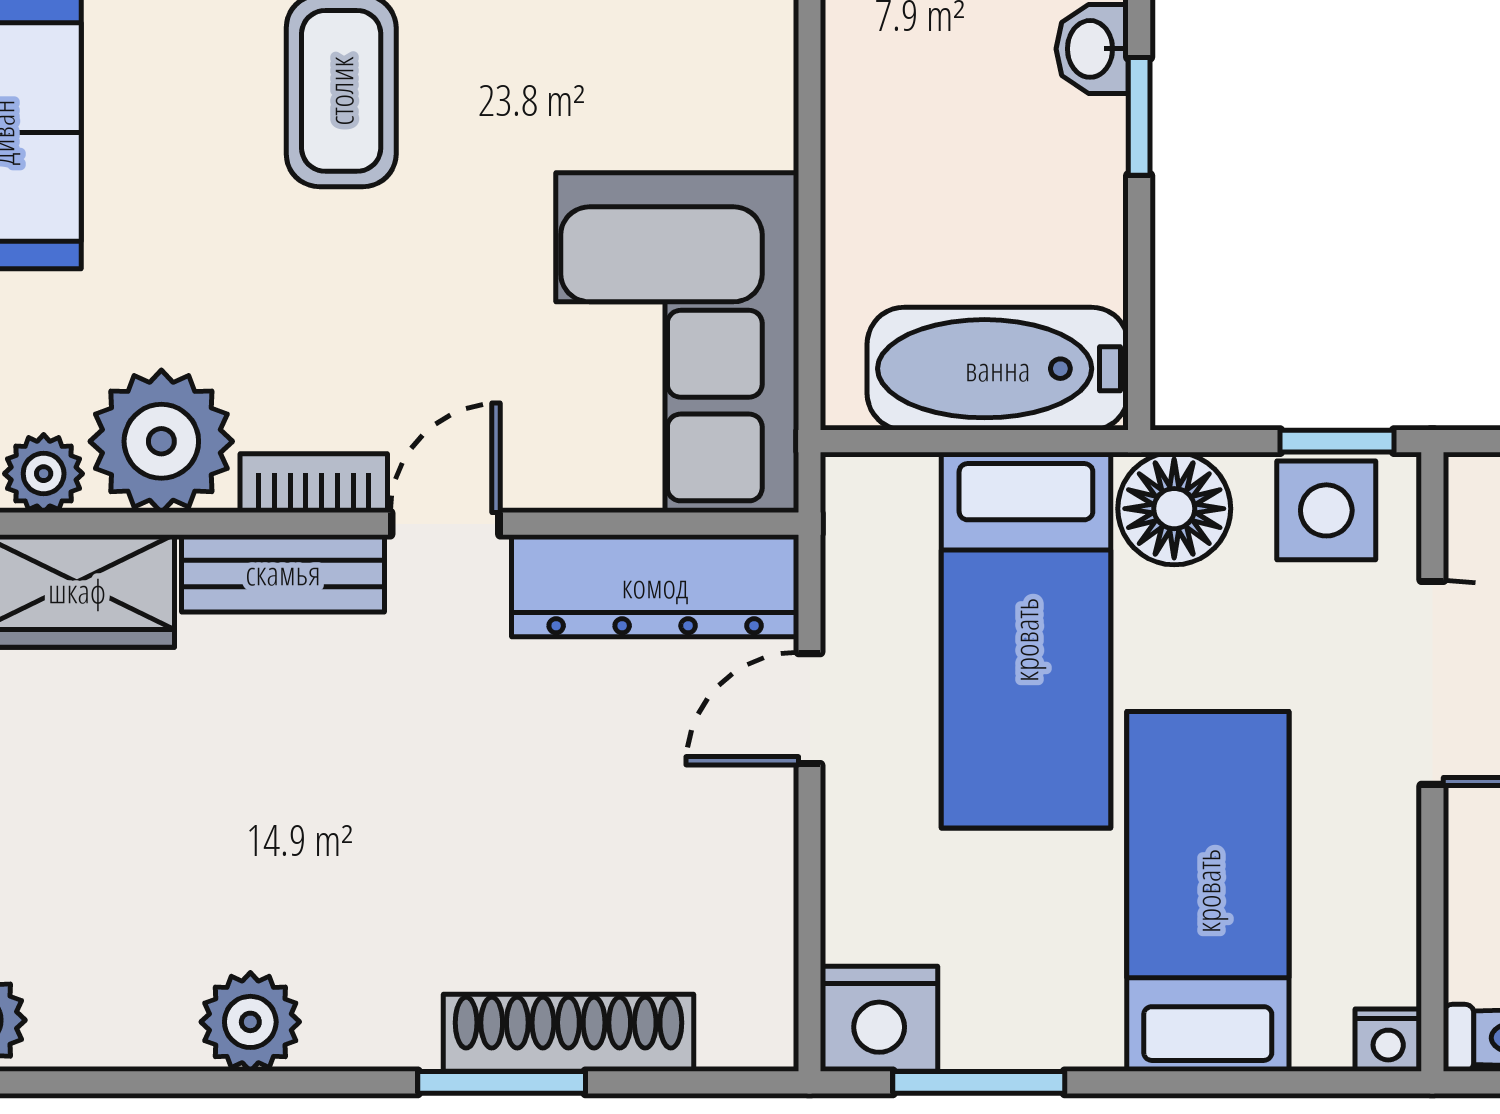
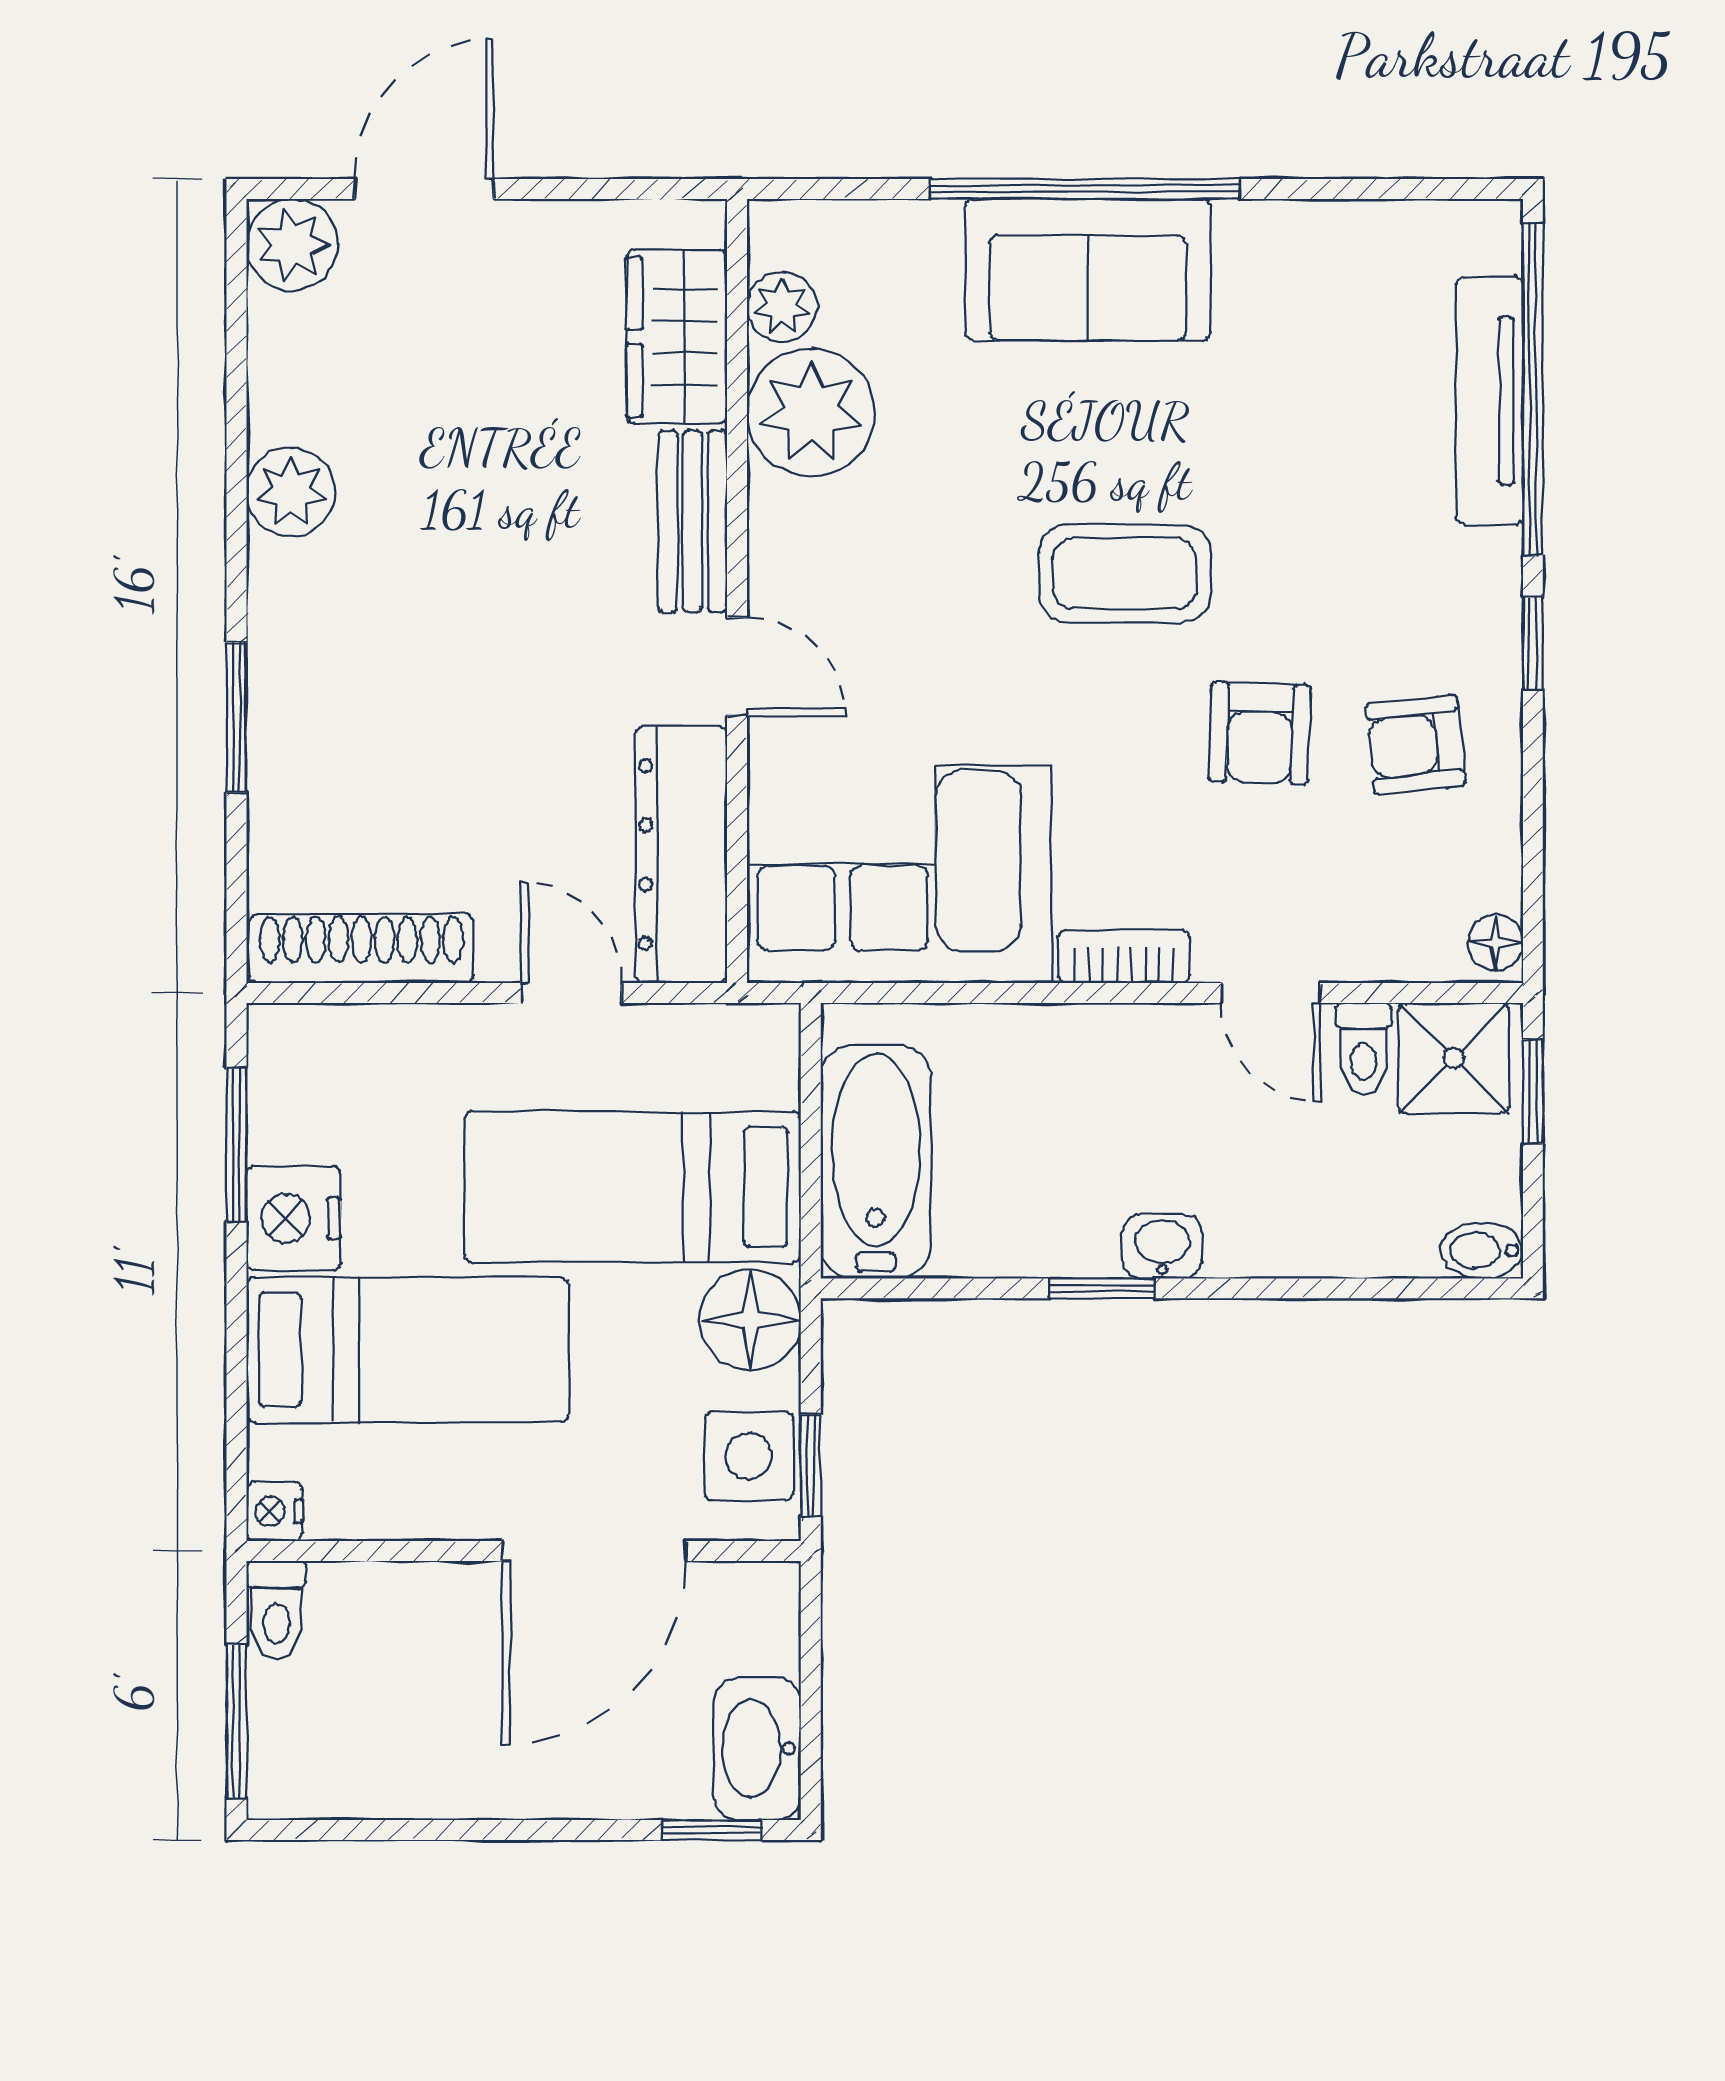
bookcase: (314, 483) -> (1124, 957), moved, turned -90
nightstand: (879, 1019) -> (293, 1218), moved
shoe rack: (568, 1033) -> (362, 949), moved, turned -90

